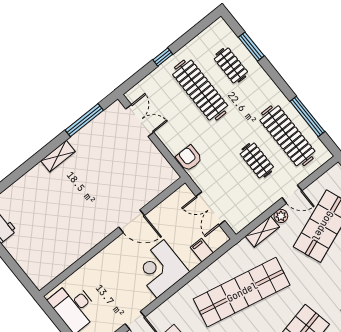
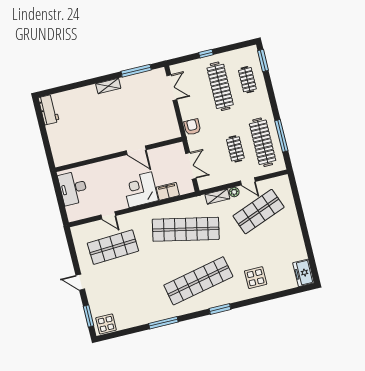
window: (251, 47) -> (263, 60), moved
double door: (210, 209) -> (191, 166), swing flipped
filing cabinet: (202, 250) -> (168, 191), width x2.00

